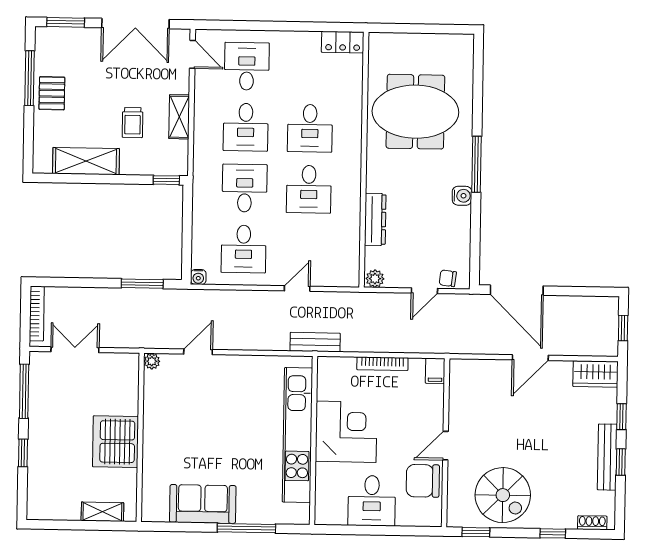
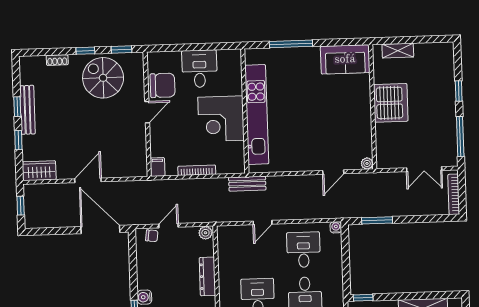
sofa: (203, 504) -> (345, 59), moved
shoe rack: (592, 523) -> (57, 60), moved
window: (553, 533) -> (85, 51), moved

